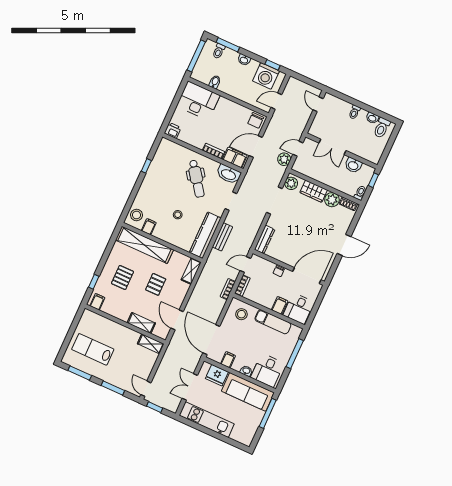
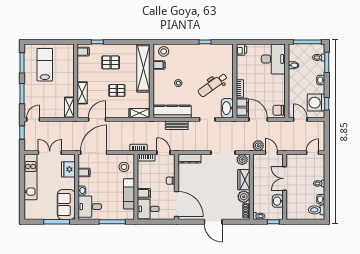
sofa: (248, 392) -> (66, 205), width x0.73

